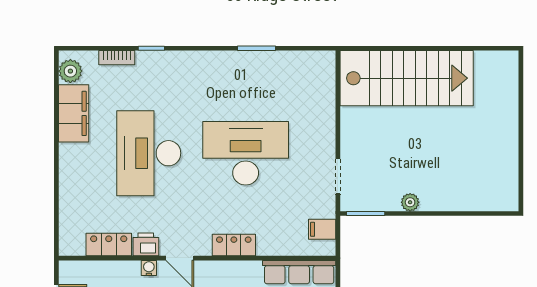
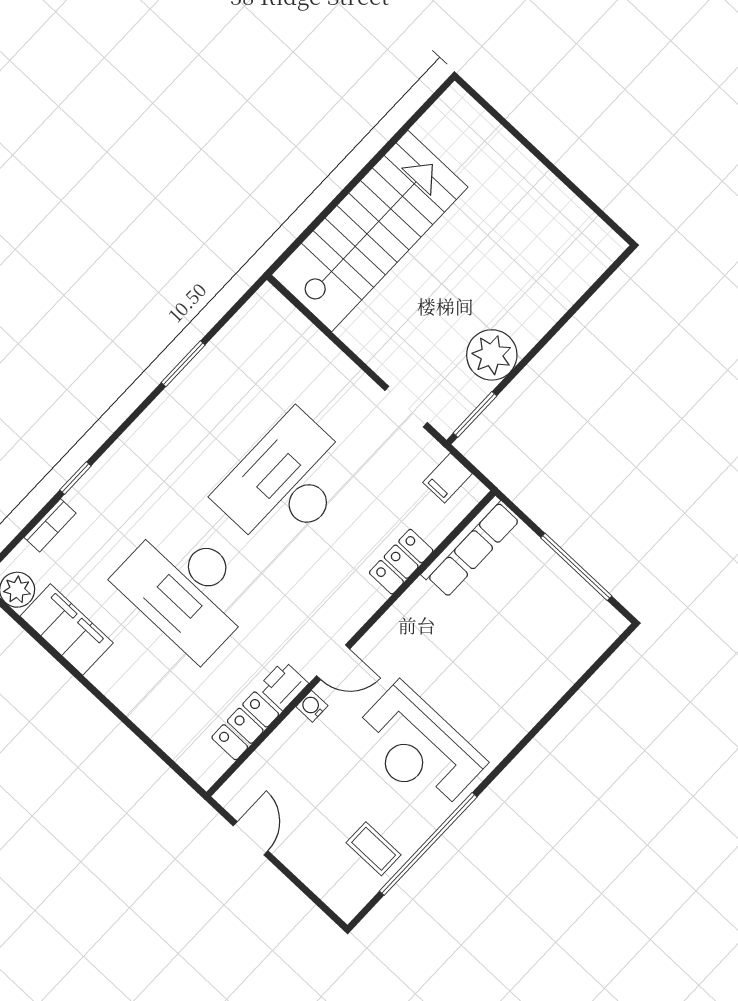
plant: (410, 202) -> (492, 355), width x1.88, depth x1.88
locker: (234, 245) -> (401, 562), moved

